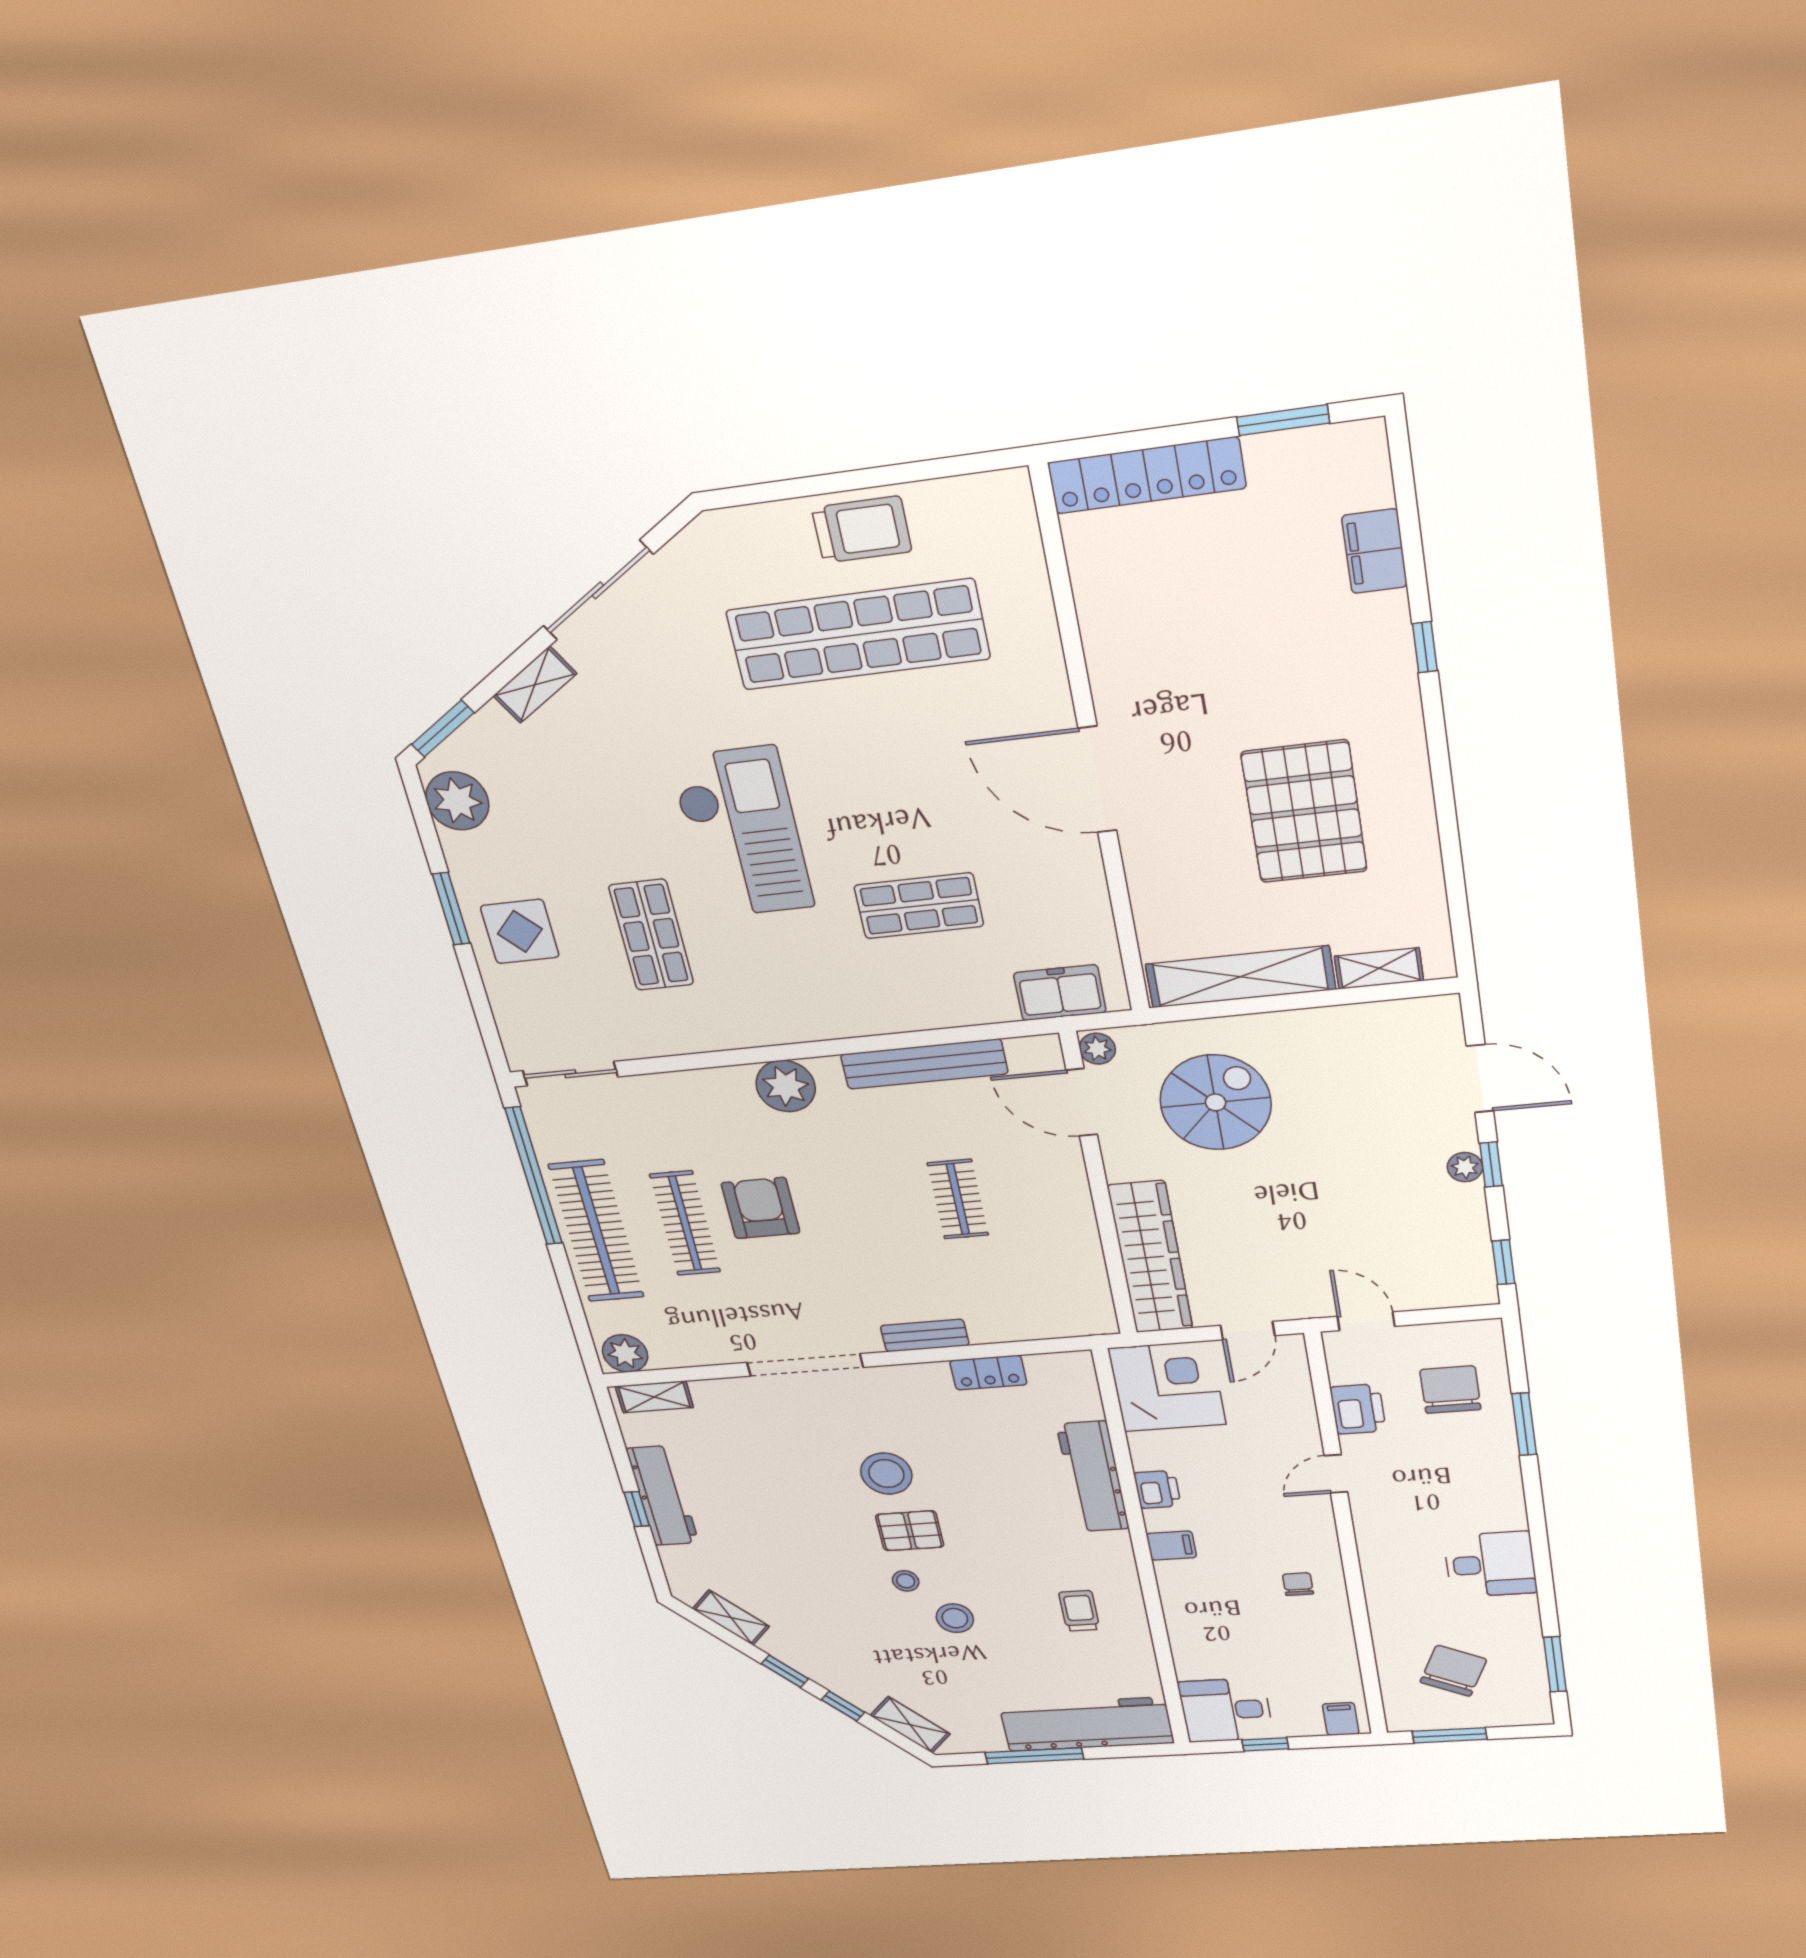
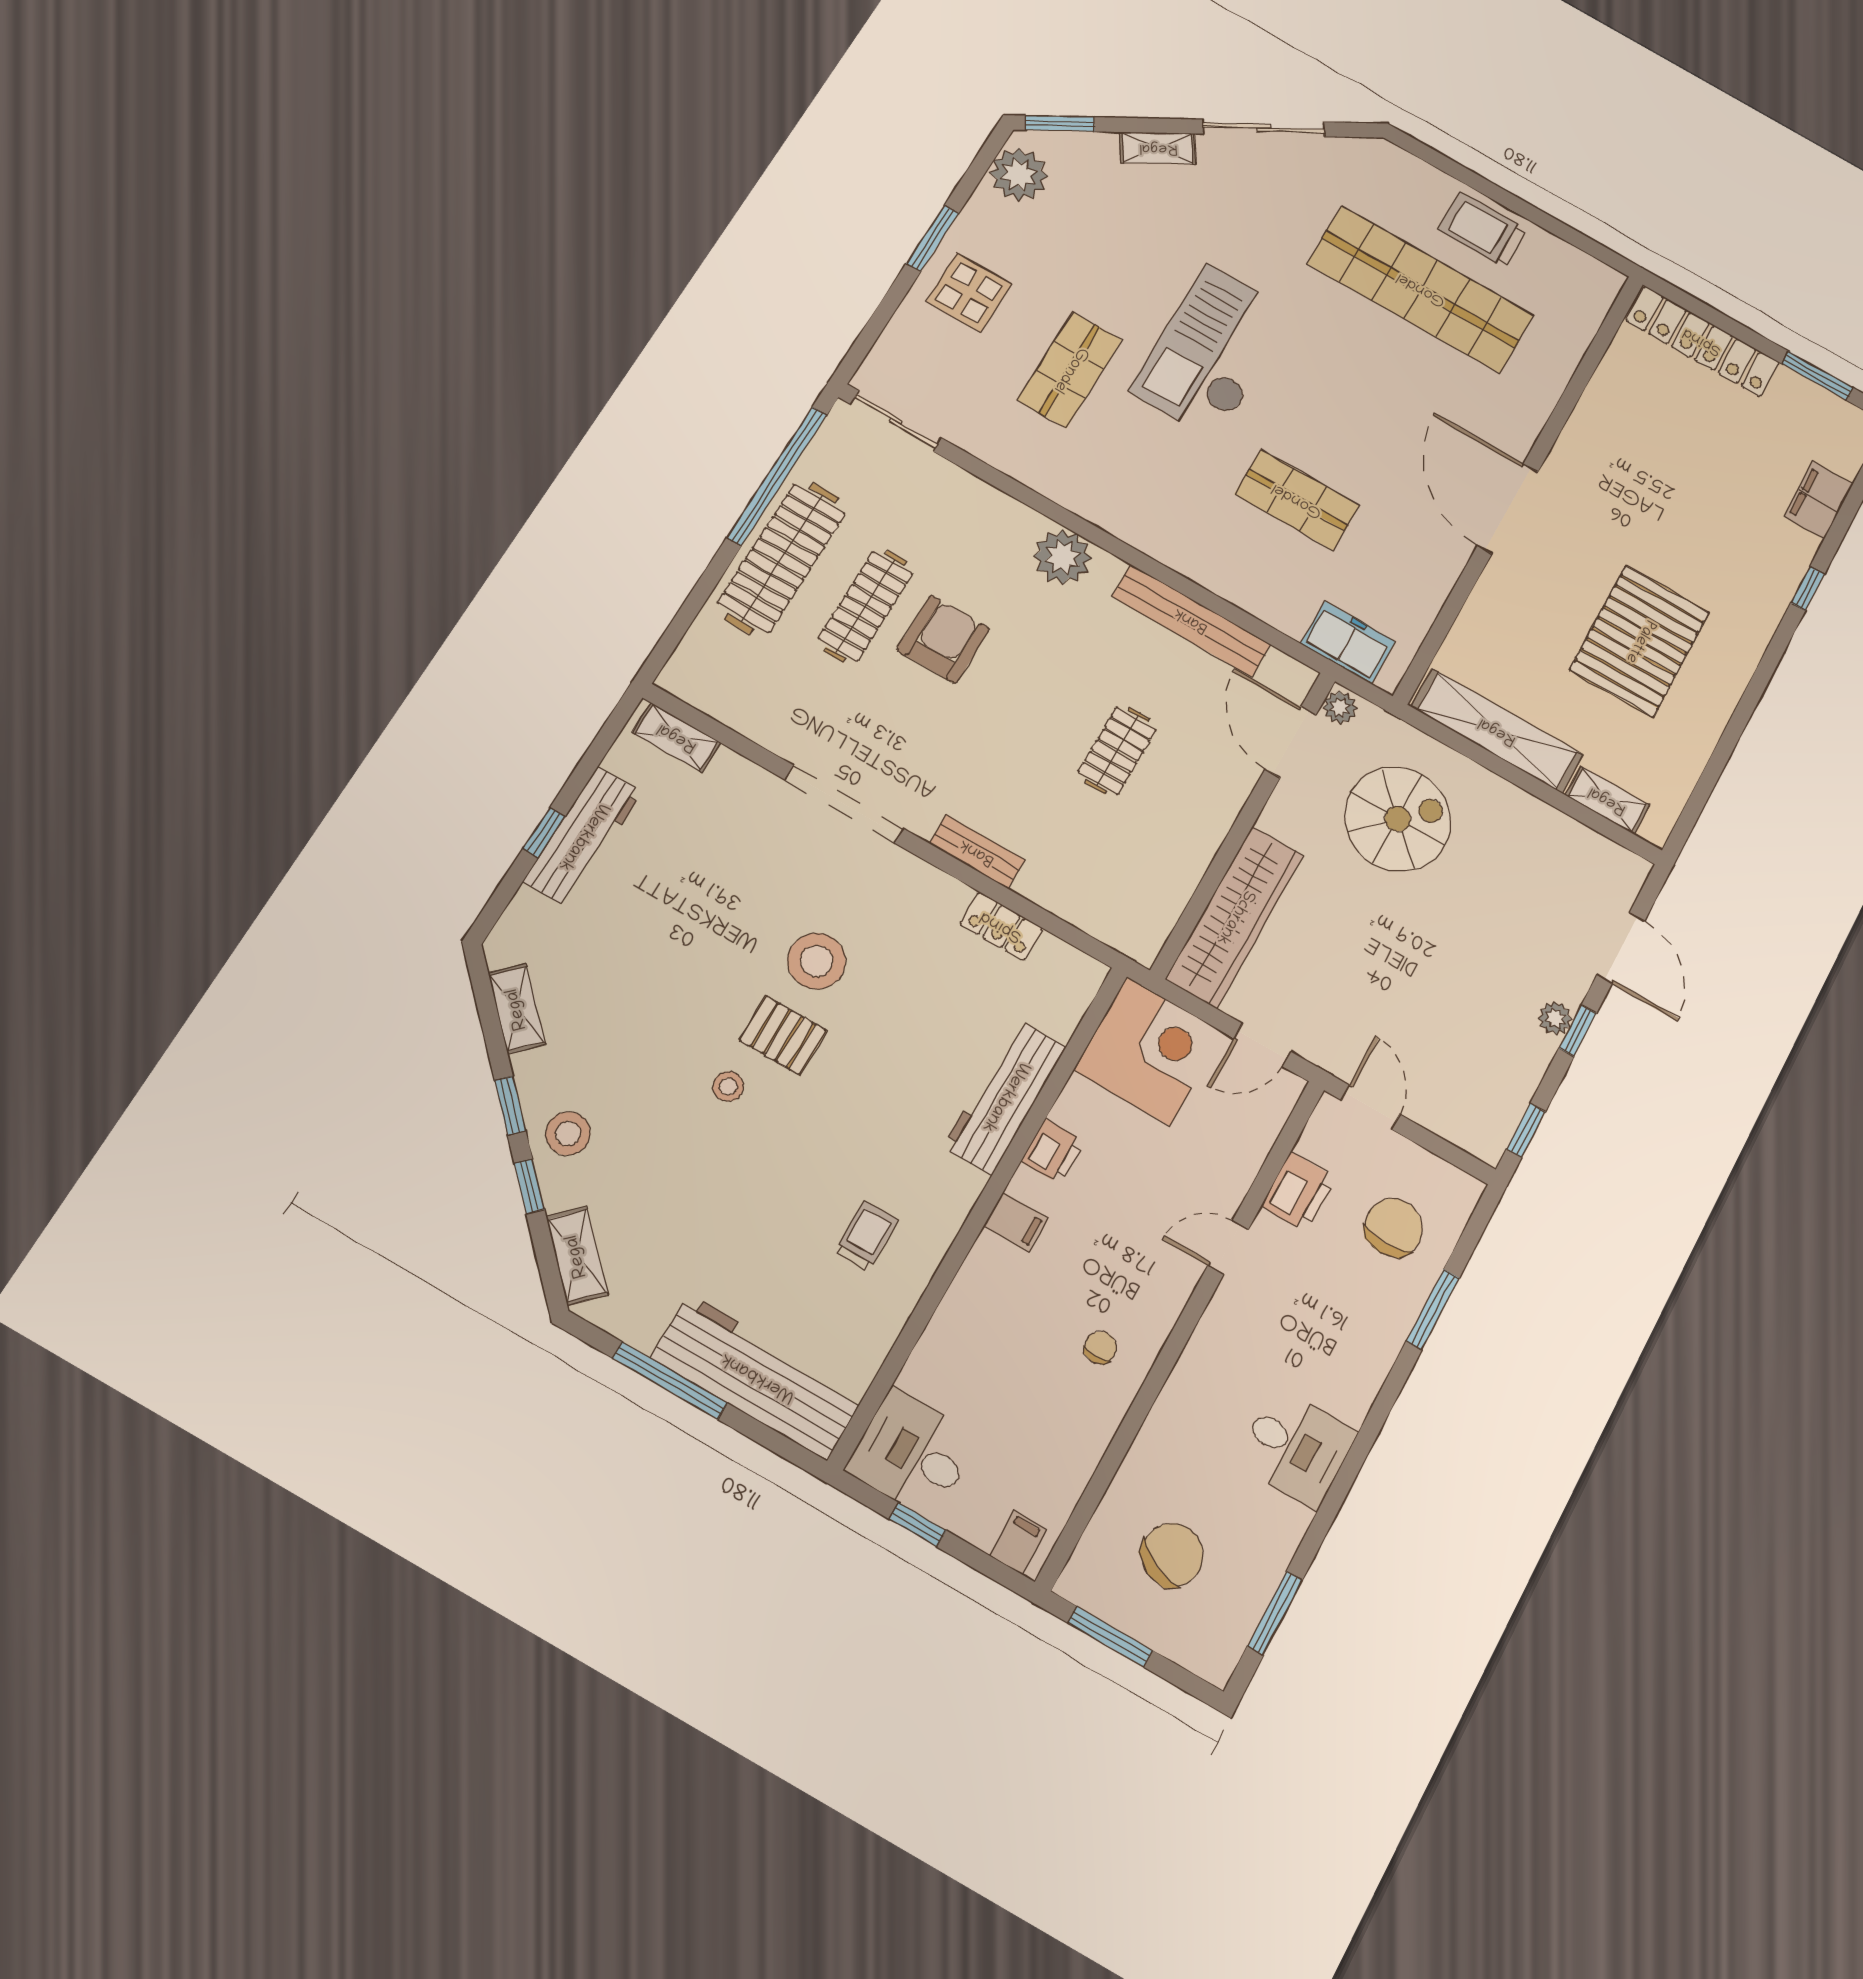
trolley: (862, 530) -> (1483, 230), turned 180
checkout: (742, 833) -> (1212, 352), turned 180
plant: (625, 1353) -> (692, 680), removed
stool: (955, 1618) -> (568, 1134), moved

